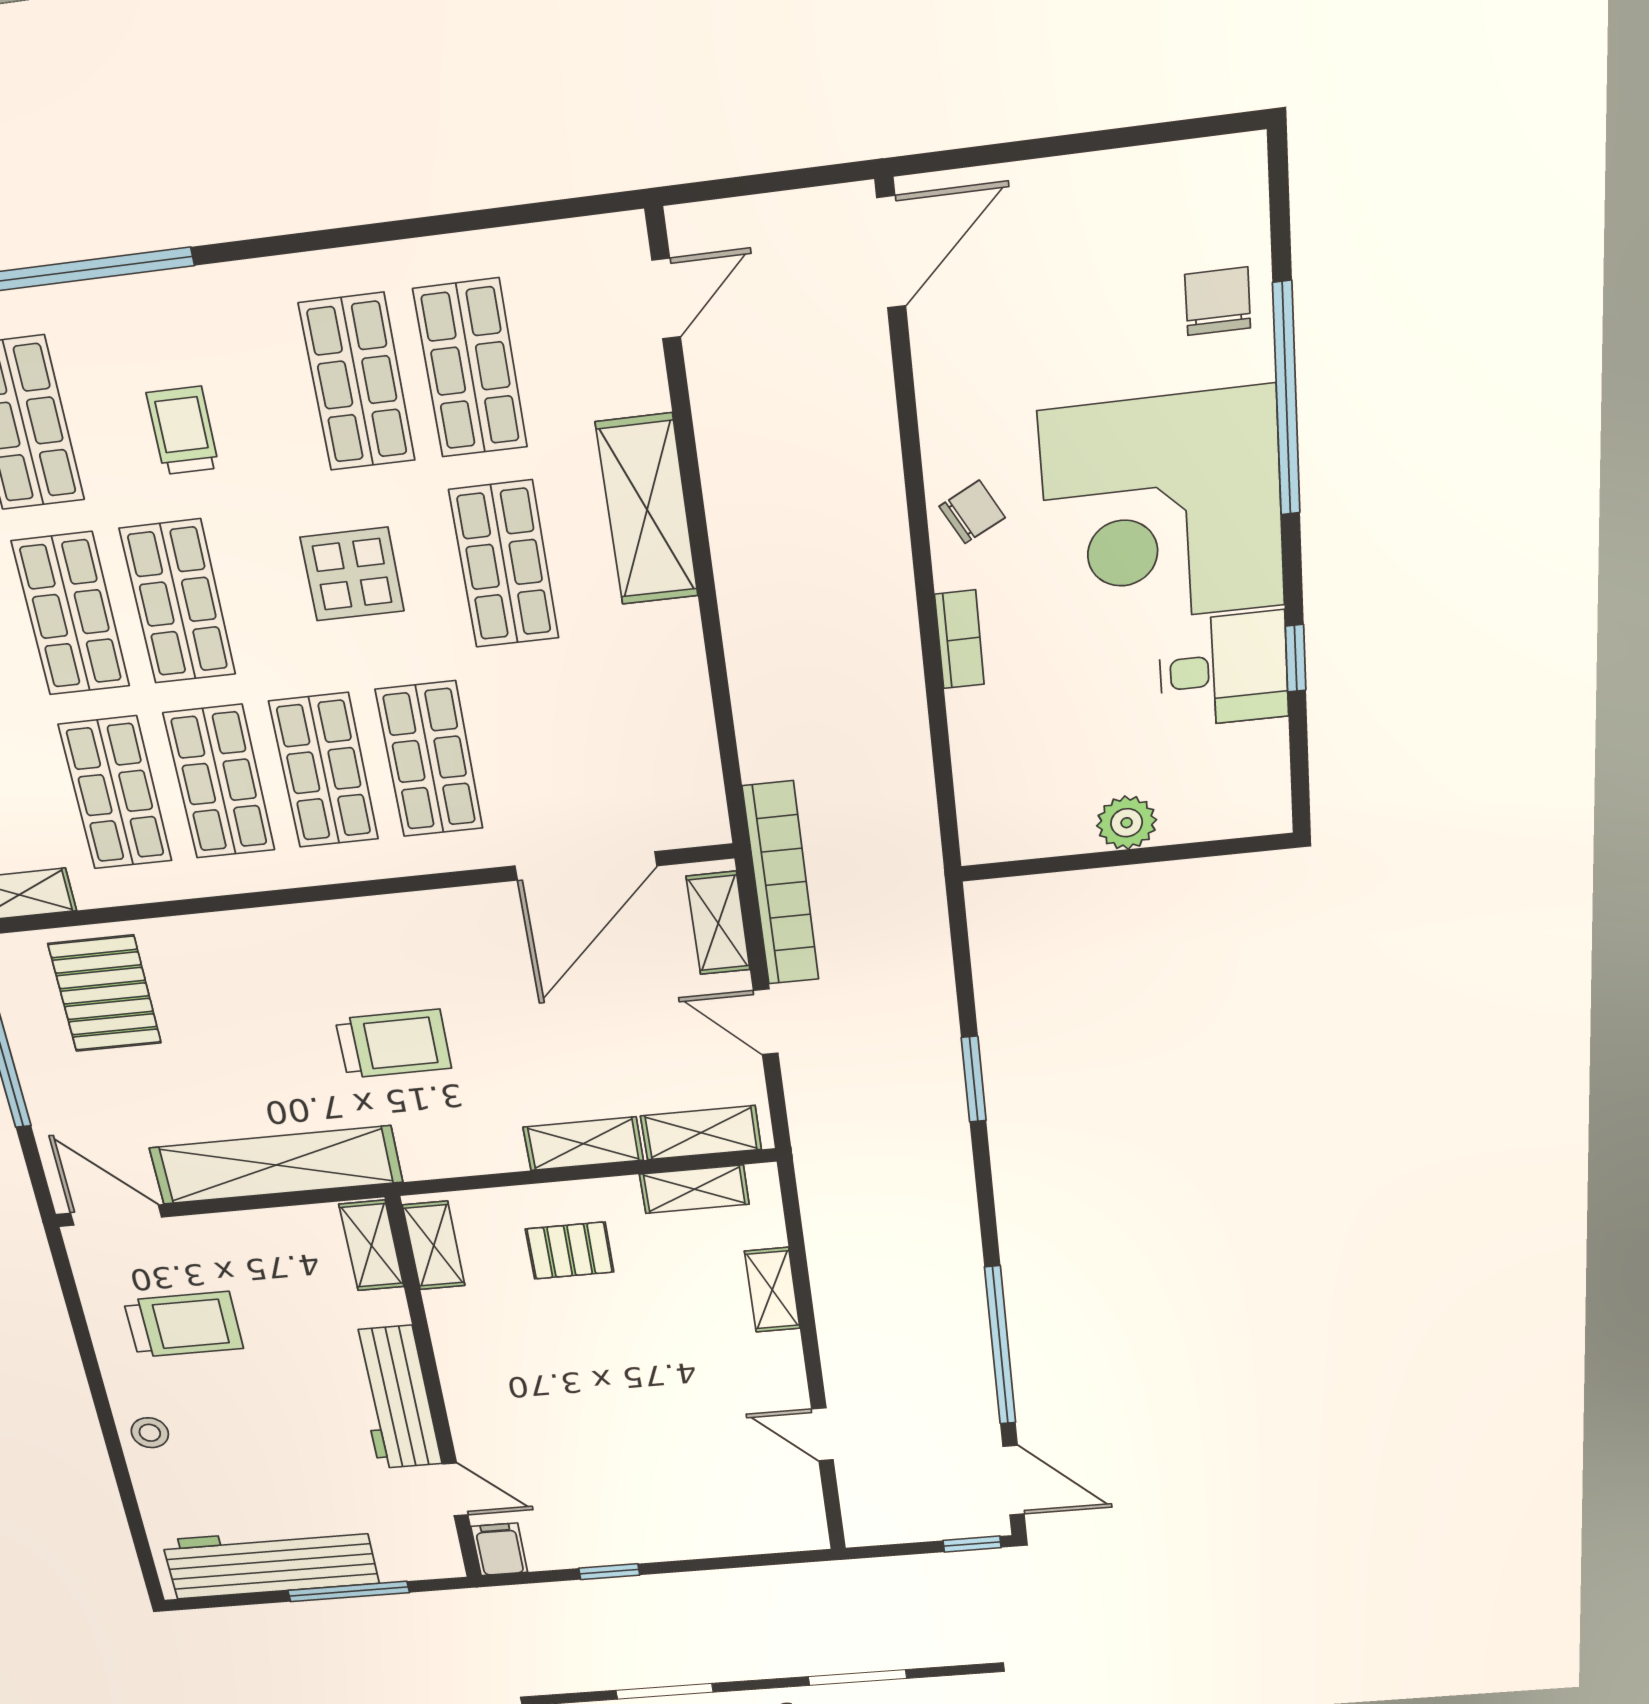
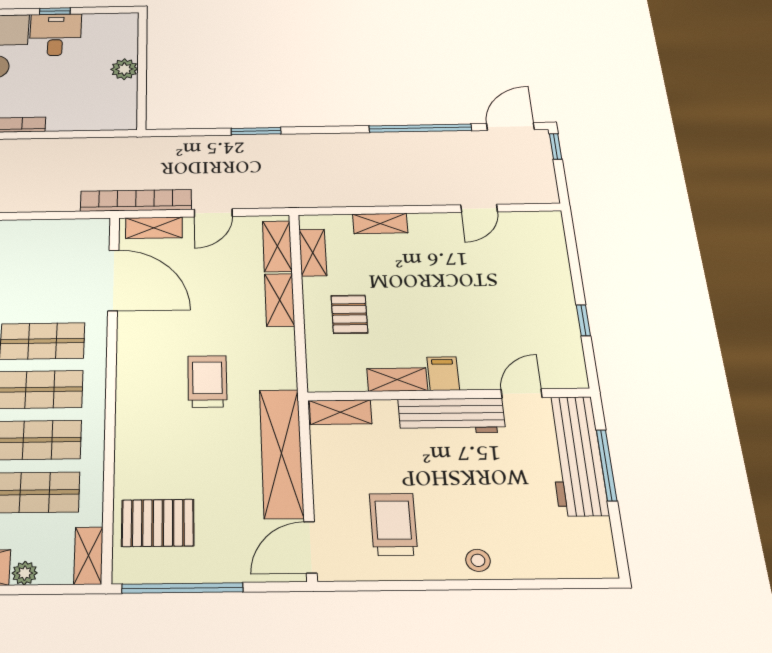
shelving: (434, 1245) -> (397, 380), moved
filing cabinet: (499, 1549) -> (443, 374), moved, turned 90
workbench: (271, 1562) -> (576, 455), moved

